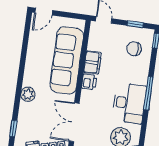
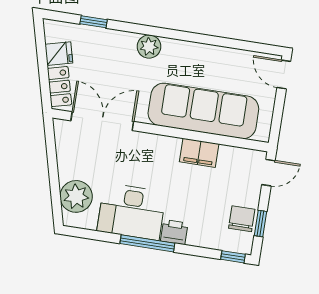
chair: (134, 49) -> (242, 219), moved
printer: (89, 82) -> (174, 232), moved, turned 180

